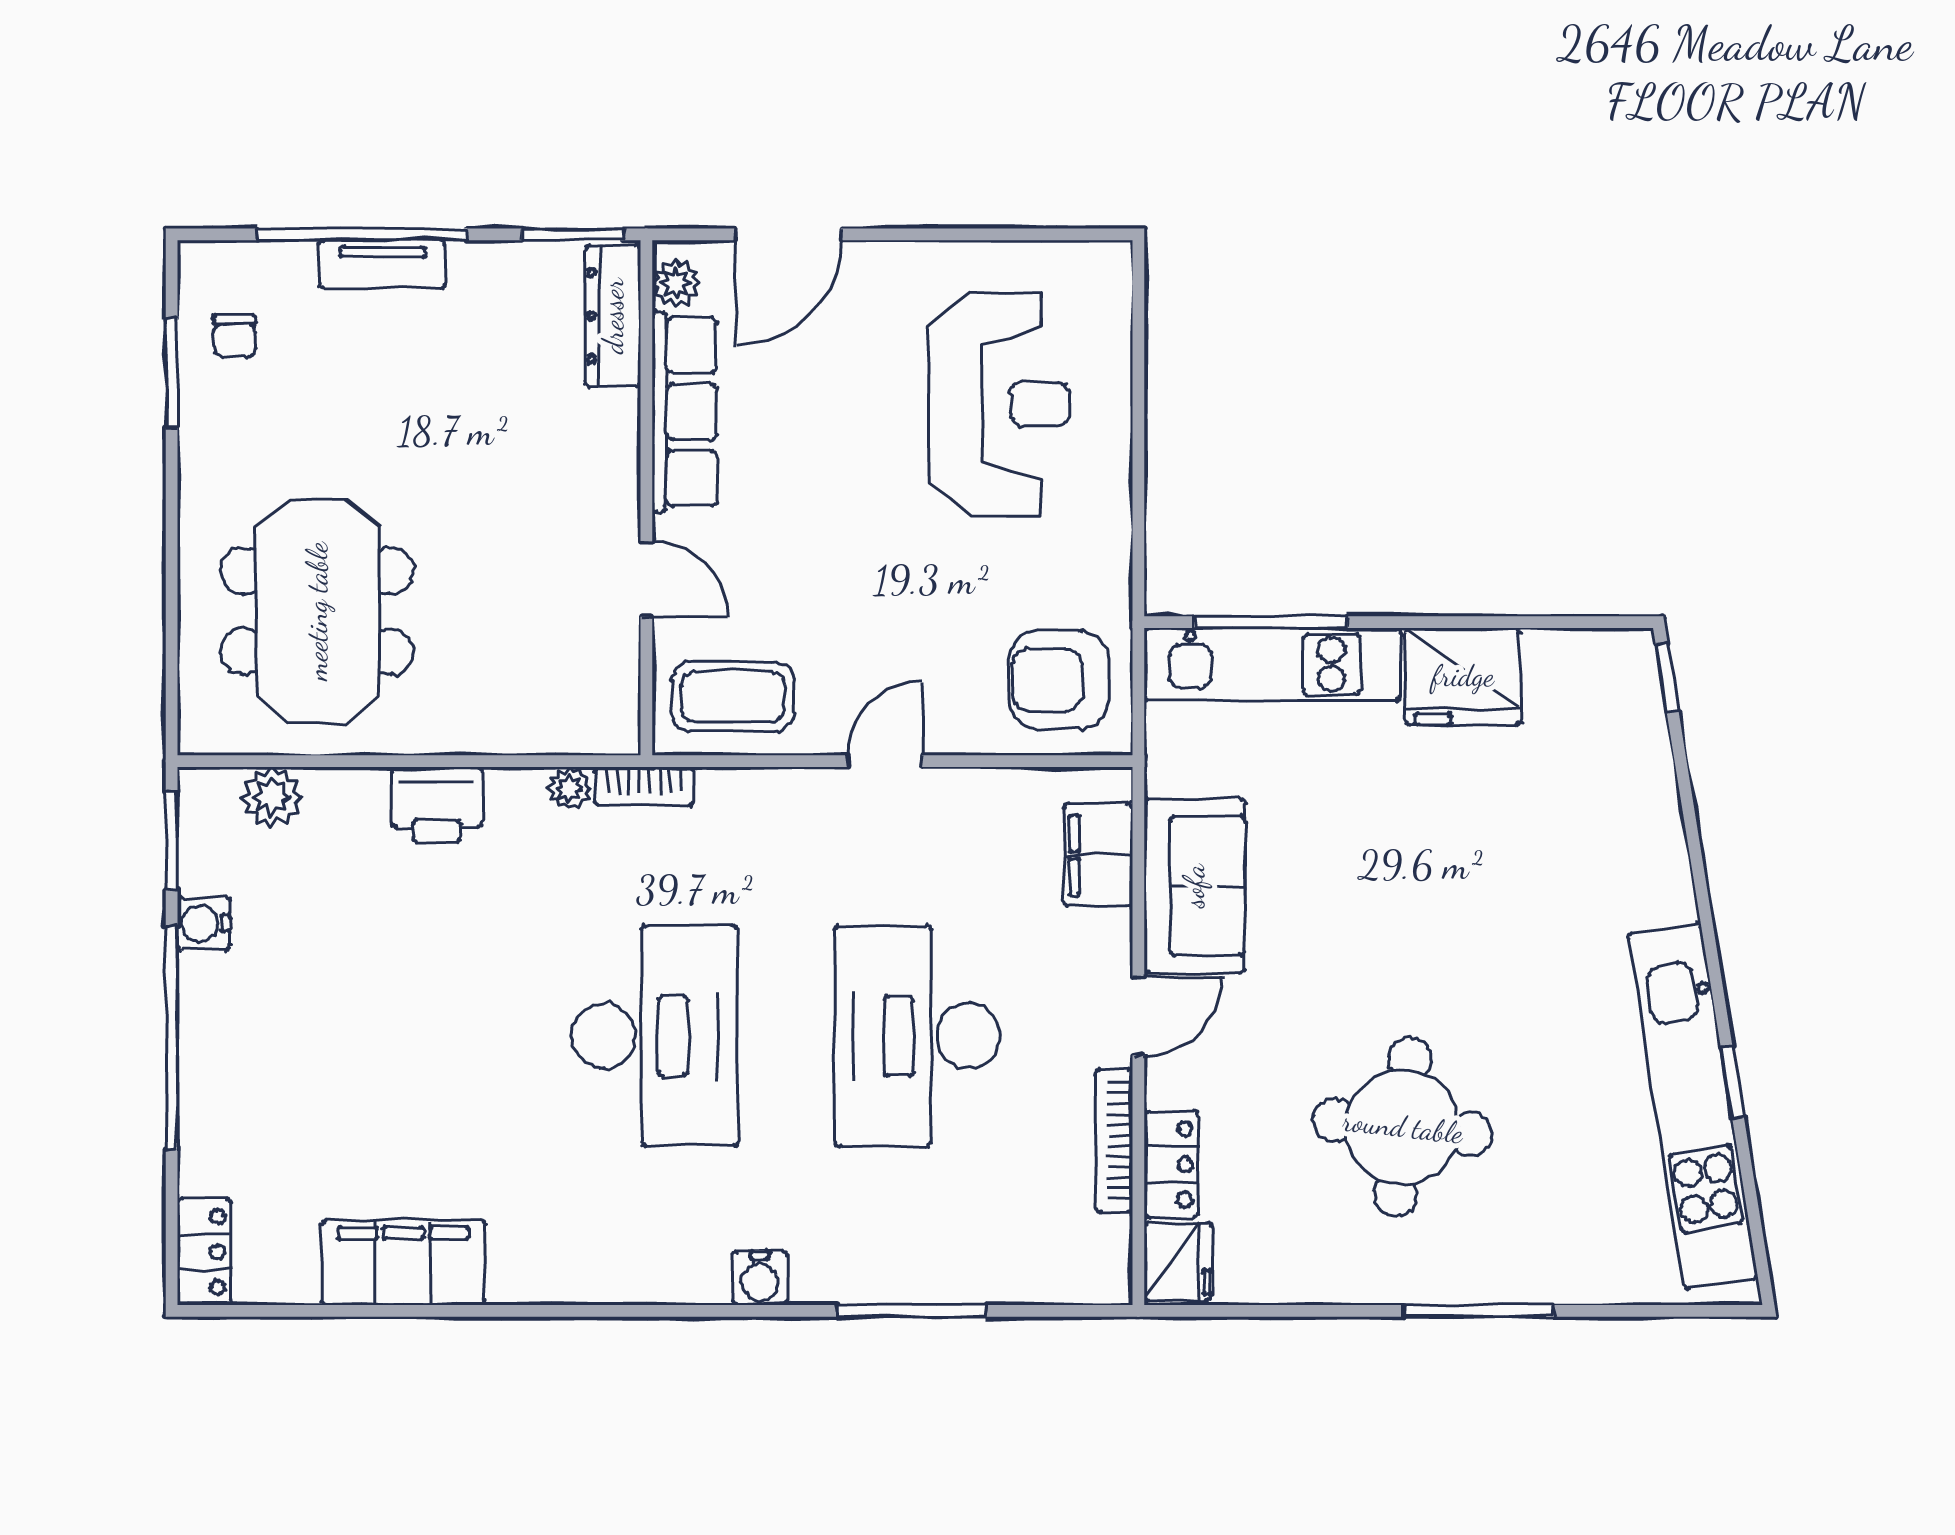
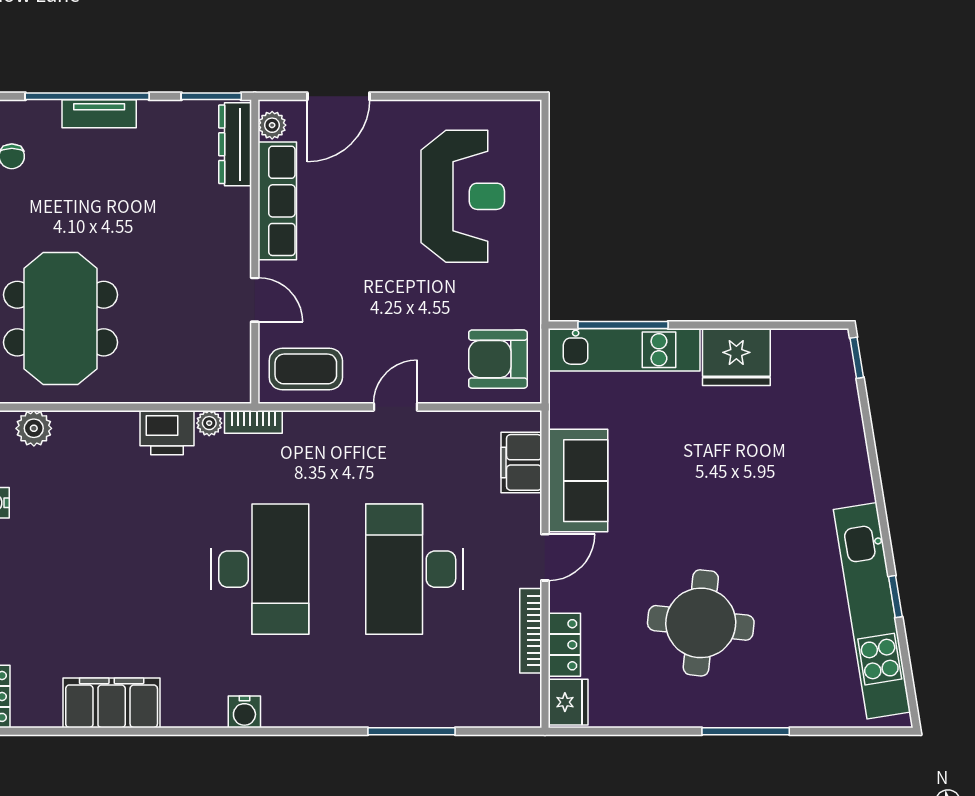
printer: (437, 805) -> (167, 433), moved
water cooler: (760, 1278) -> (244, 712), moved

